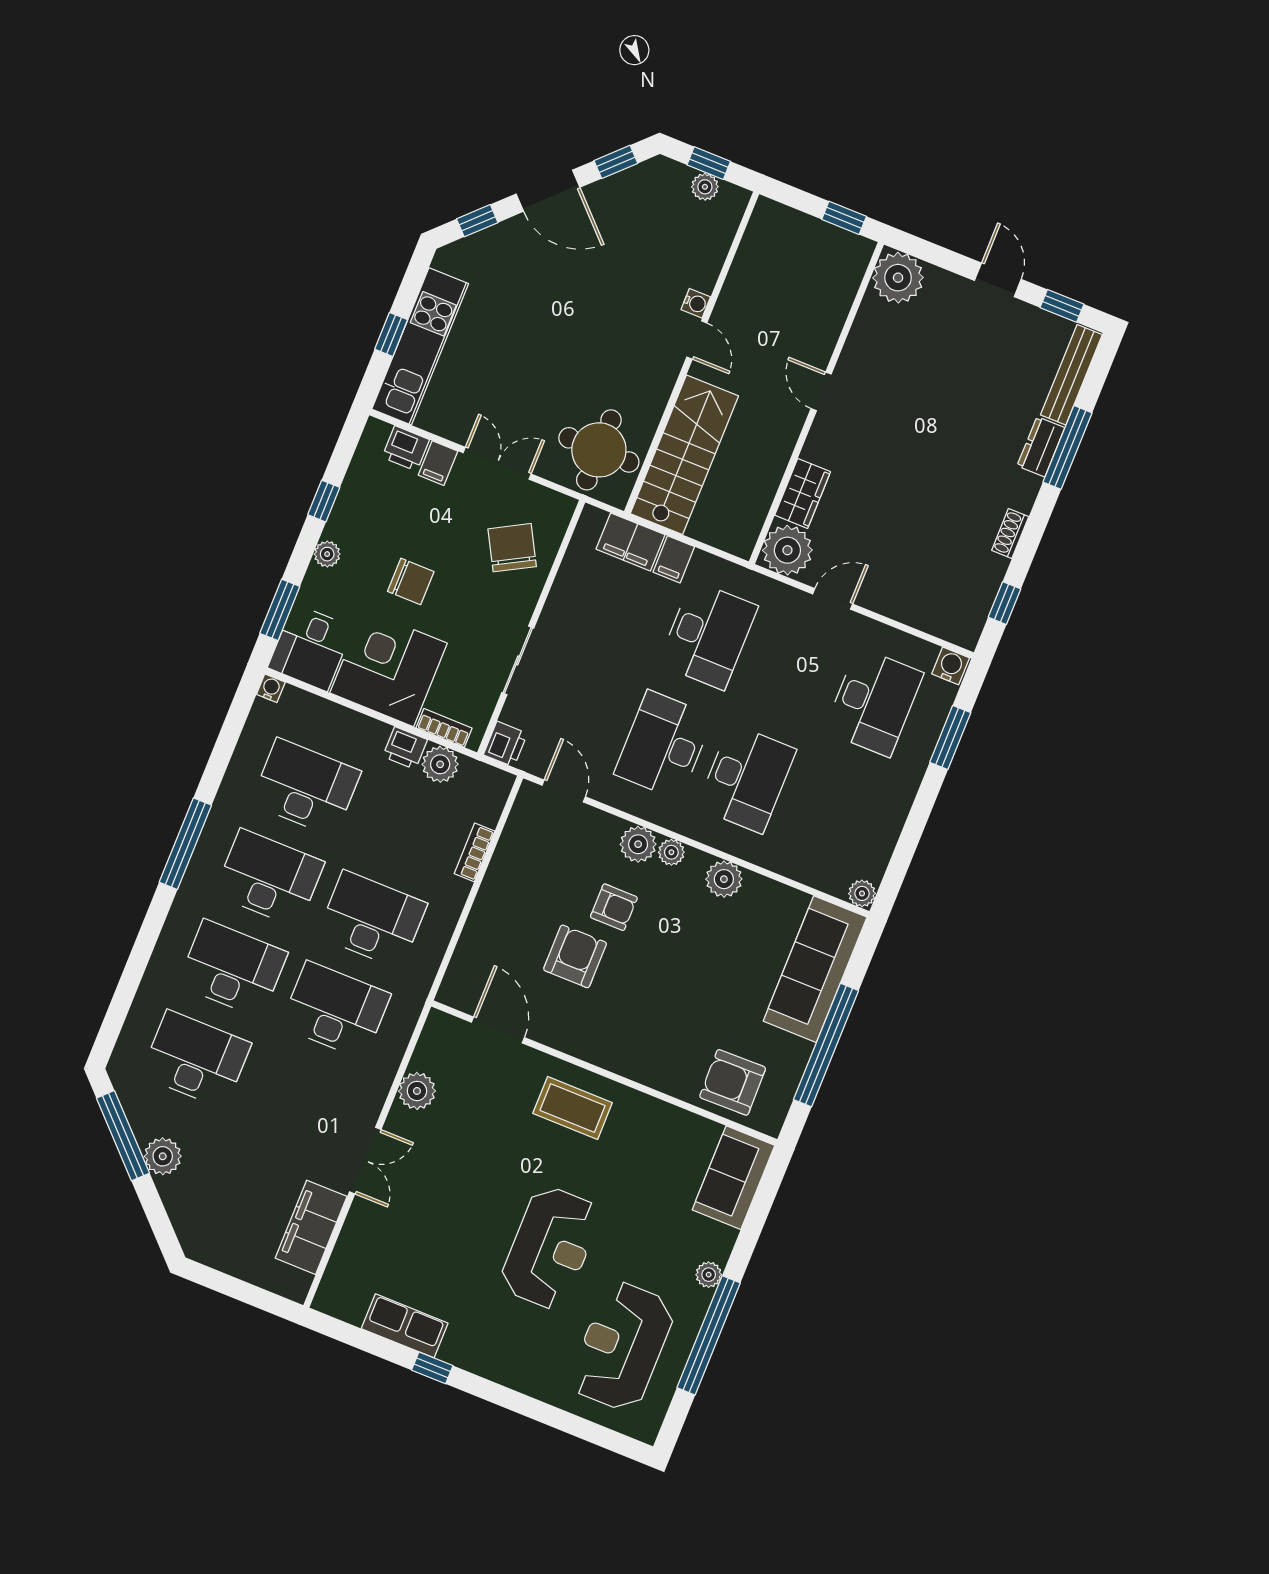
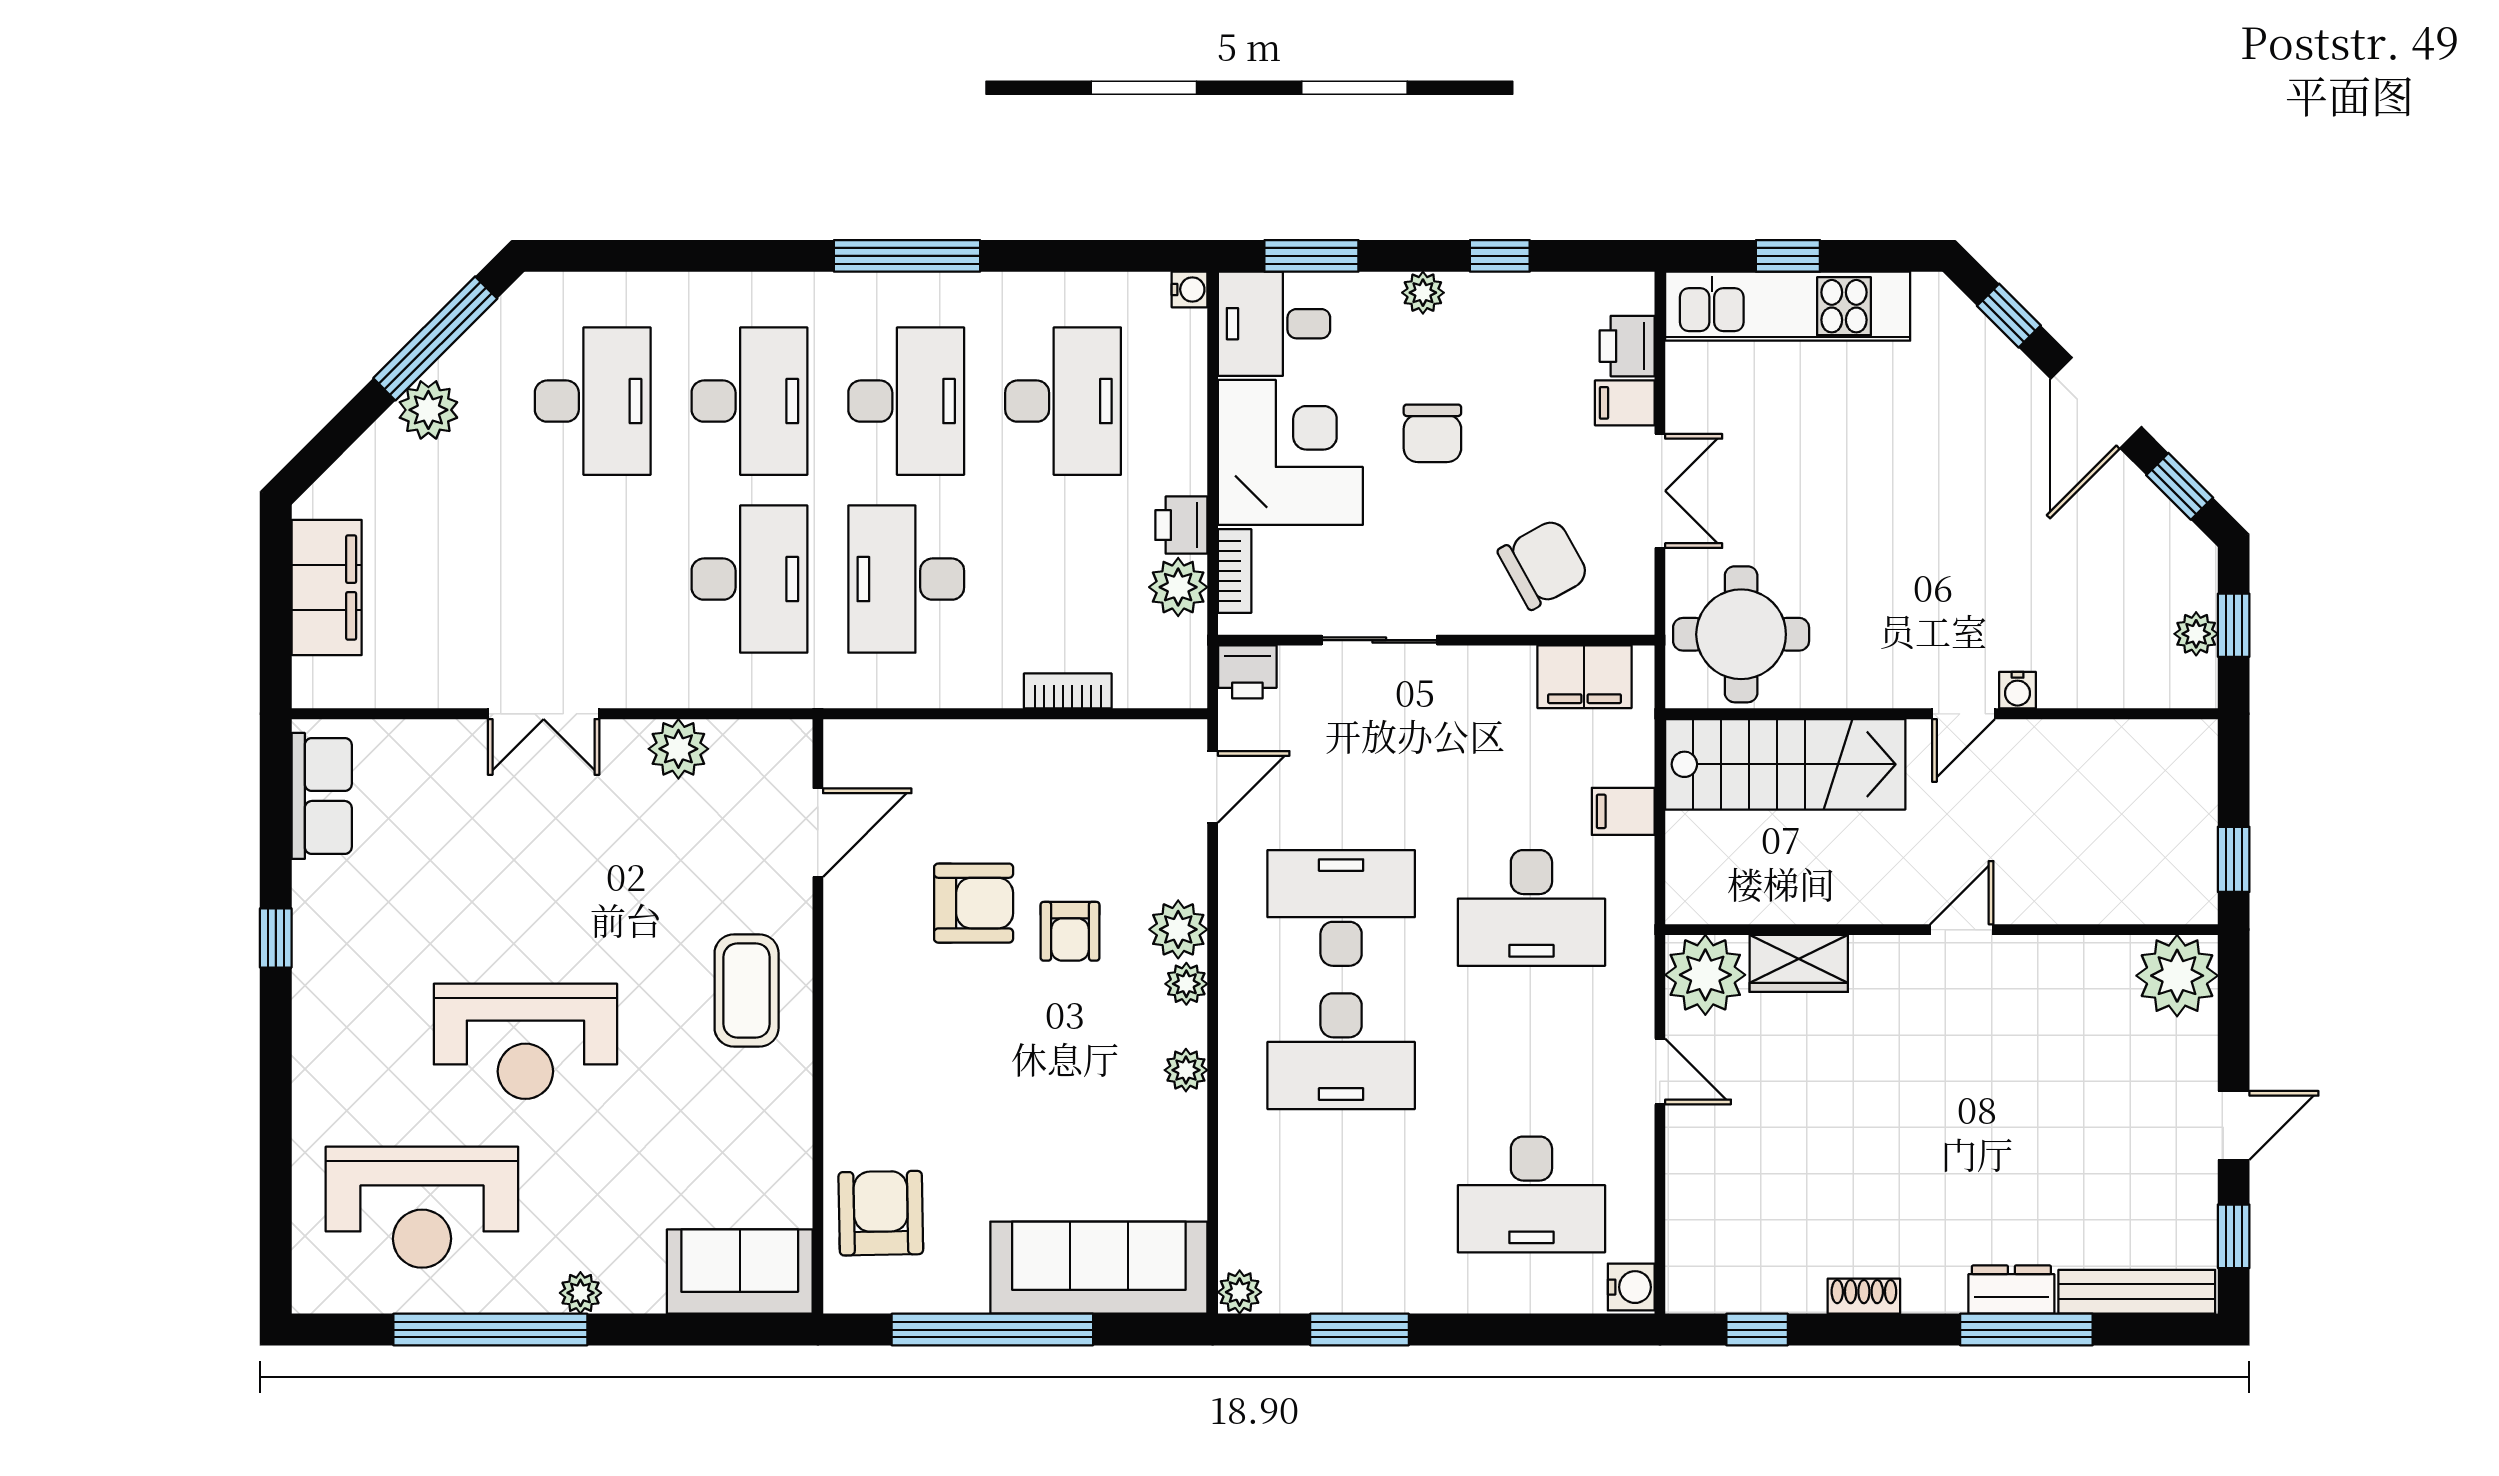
filing cabinet: (631, 542) -> (1584, 677), moved, turned -90
window: (950, 737) -> (1360, 1330), moved
plant: (724, 879) -> (1186, 1070), width x0.73, depth x0.73
desk: (372, 920) -> (906, 579), turned 180
filing cabinet: (311, 1227) -> (327, 588), moved, turned 90
row of seats: (405, 1326) -> (322, 796), moved
reception desk: (622, 1346) -> (422, 1207), turned 180

